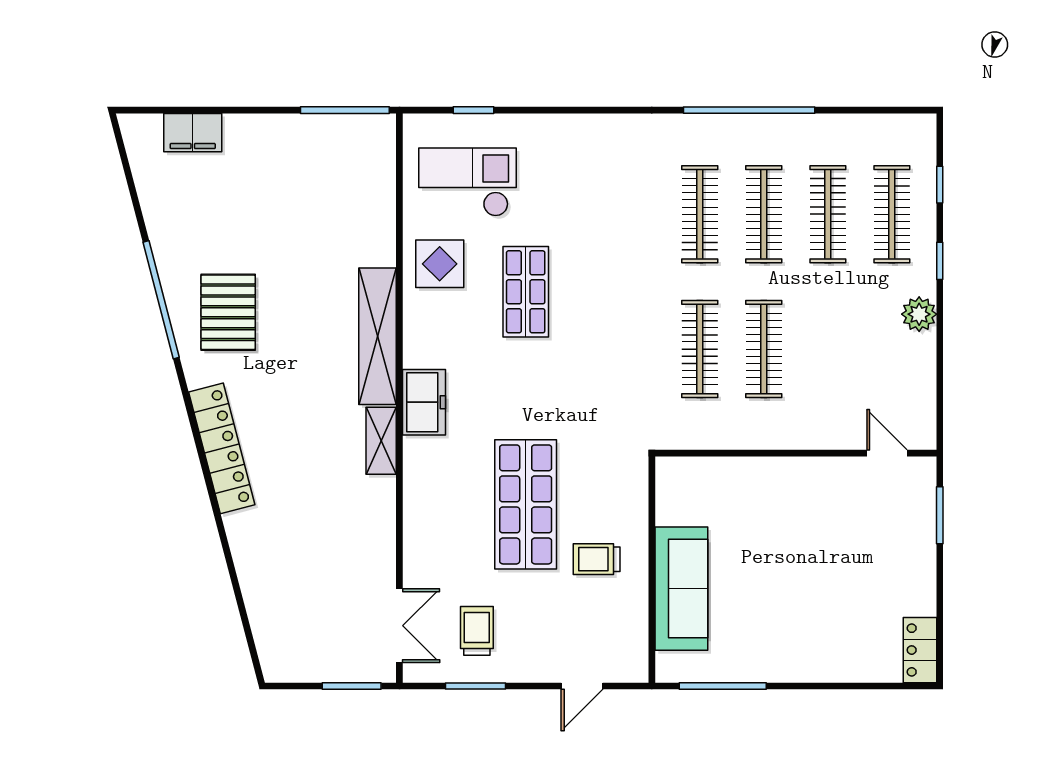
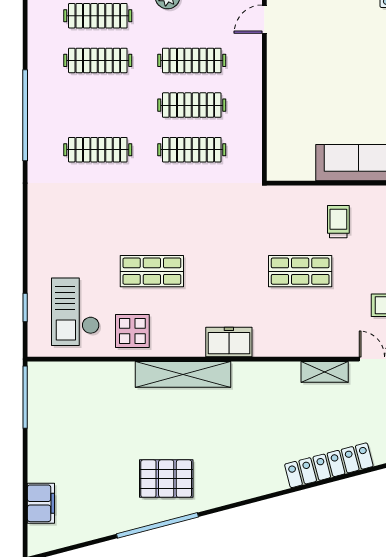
clothes rail: (764, 214) -> (192, 60), moved
shelving: (381, 441) -> (325, 372), moved
locker: (222, 448) -> (329, 465), moved
shop shelf: (526, 504) -> (300, 271), width x0.70, depth x0.74
trolley: (597, 559) -> (338, 222), turned 180

